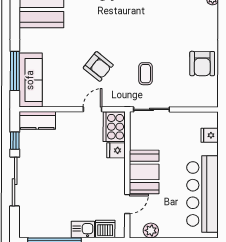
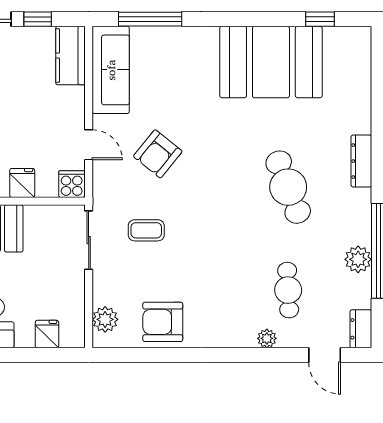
sofa: (31, 80) -> (111, 70), moved, turned -90
plant: (201, 99) -> (105, 319), added
cooker: (114, 127) -> (72, 184), width x0.53, depth x0.76

